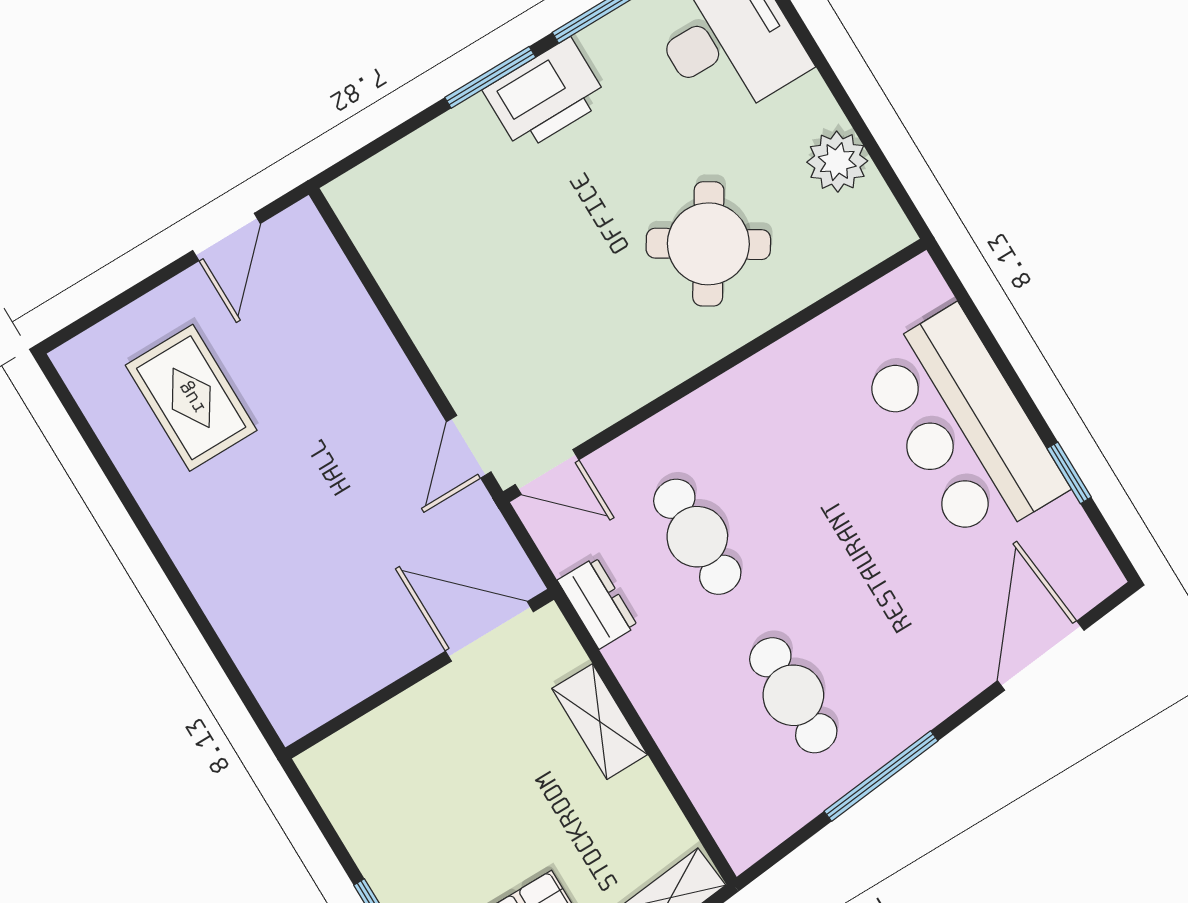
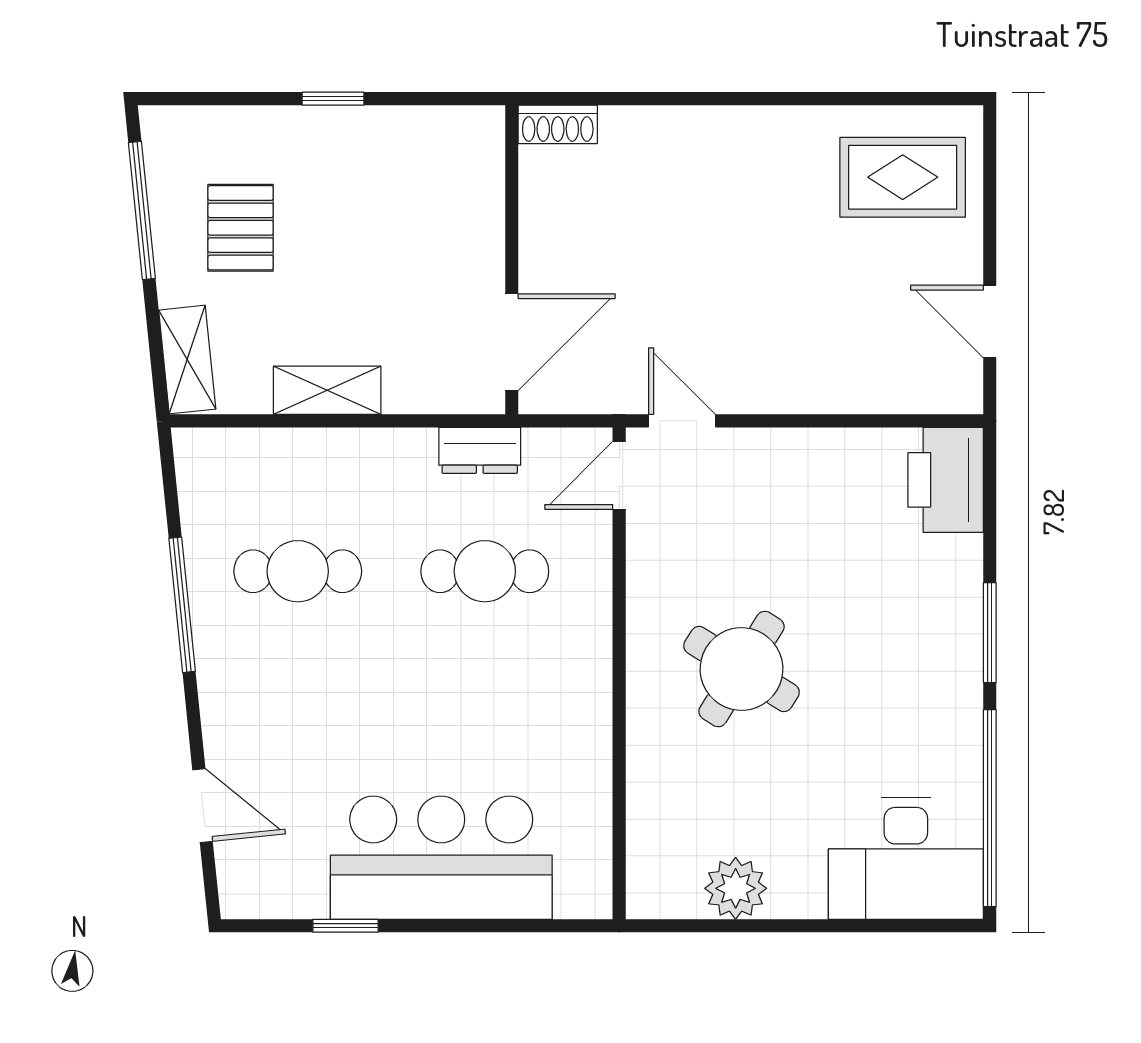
printer: (545, 95) -> (946, 480), moved
round table: (708, 244) -> (741, 669), moved
rug: (191, 398) -> (903, 177), moved
door: (1041, 656) -> (203, 806), width x0.73
shoe rack: (281, 704) -> (558, 124), added
shelving: (600, 722) -> (327, 390), moved

